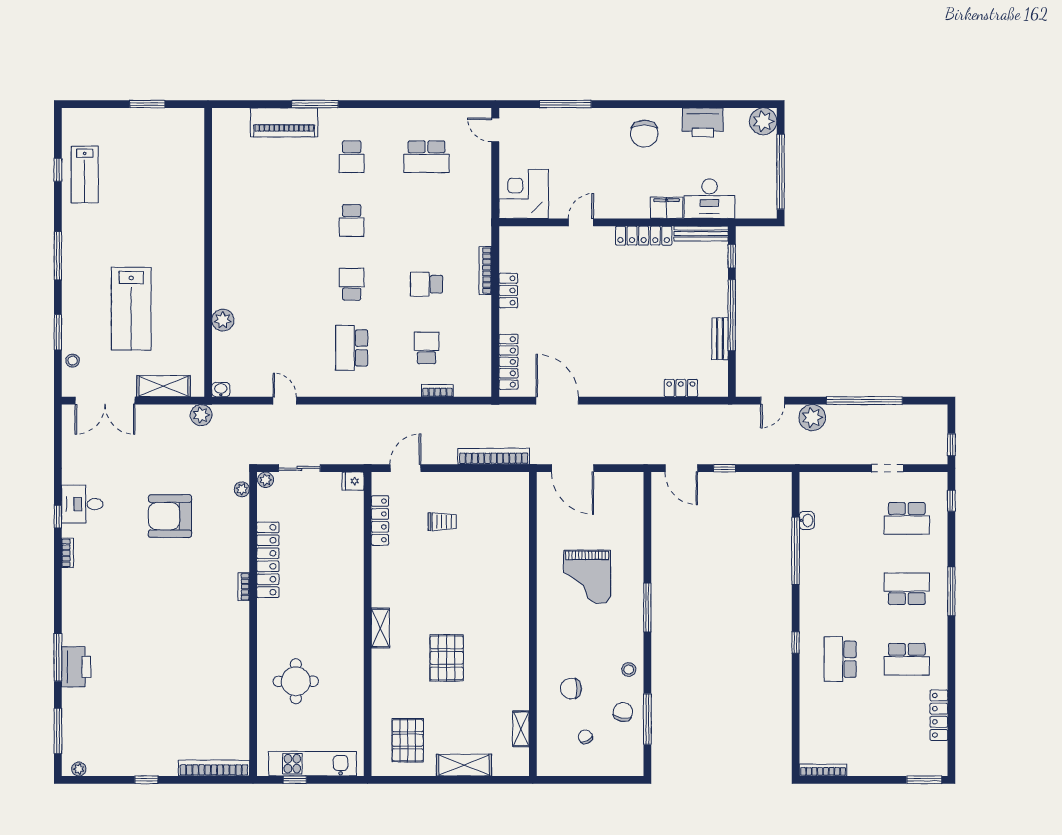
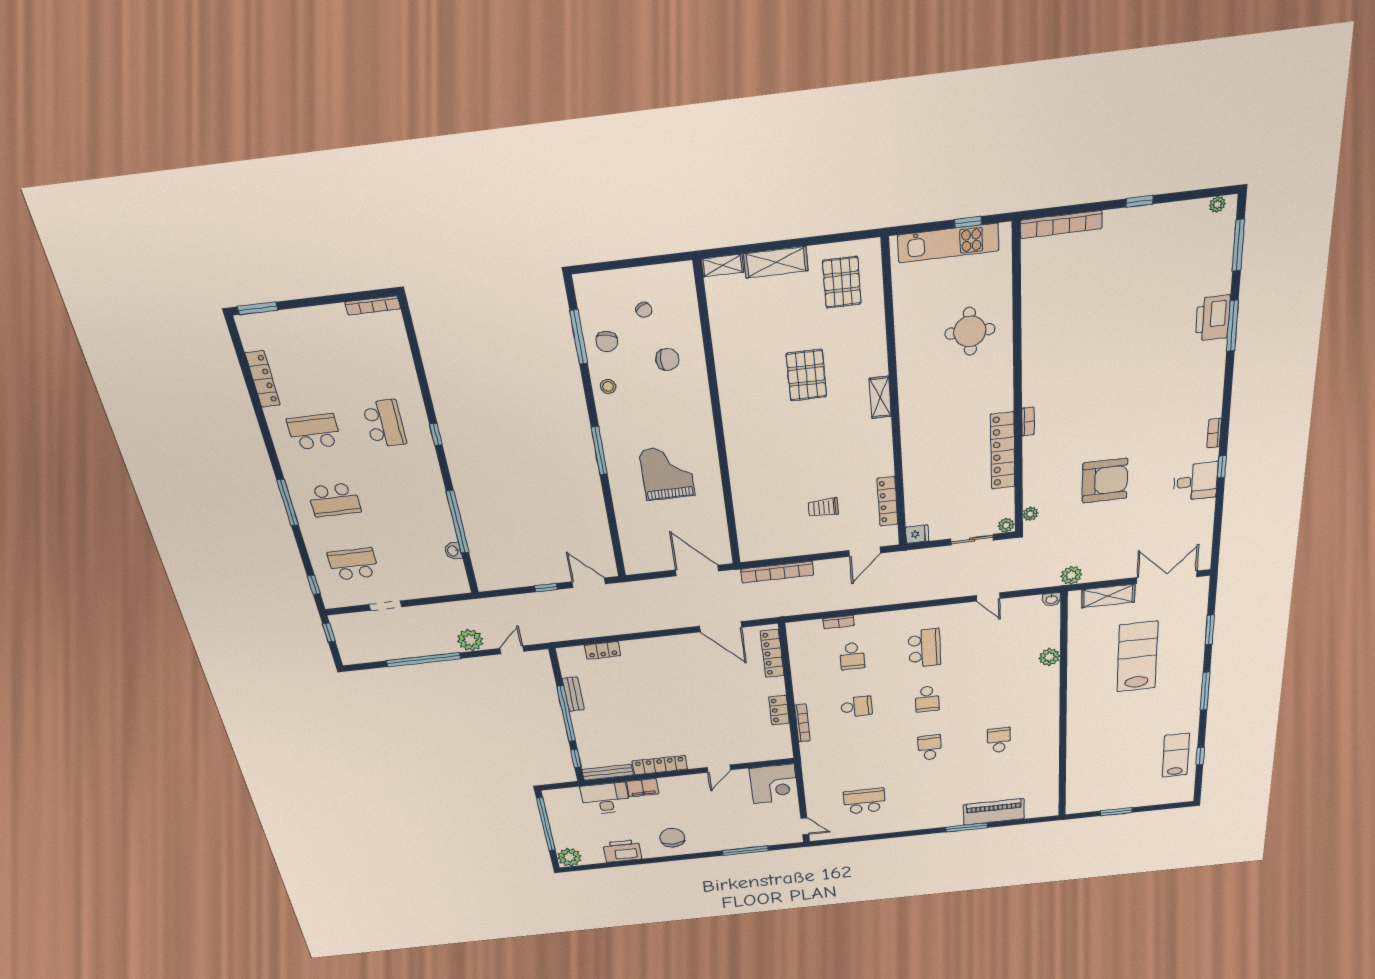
school desk: (352, 157) -> (999, 740), moved
stool: (73, 361) -> (1197, 608), removed
shelving: (521, 729) -> (722, 265), moved, turned 90

